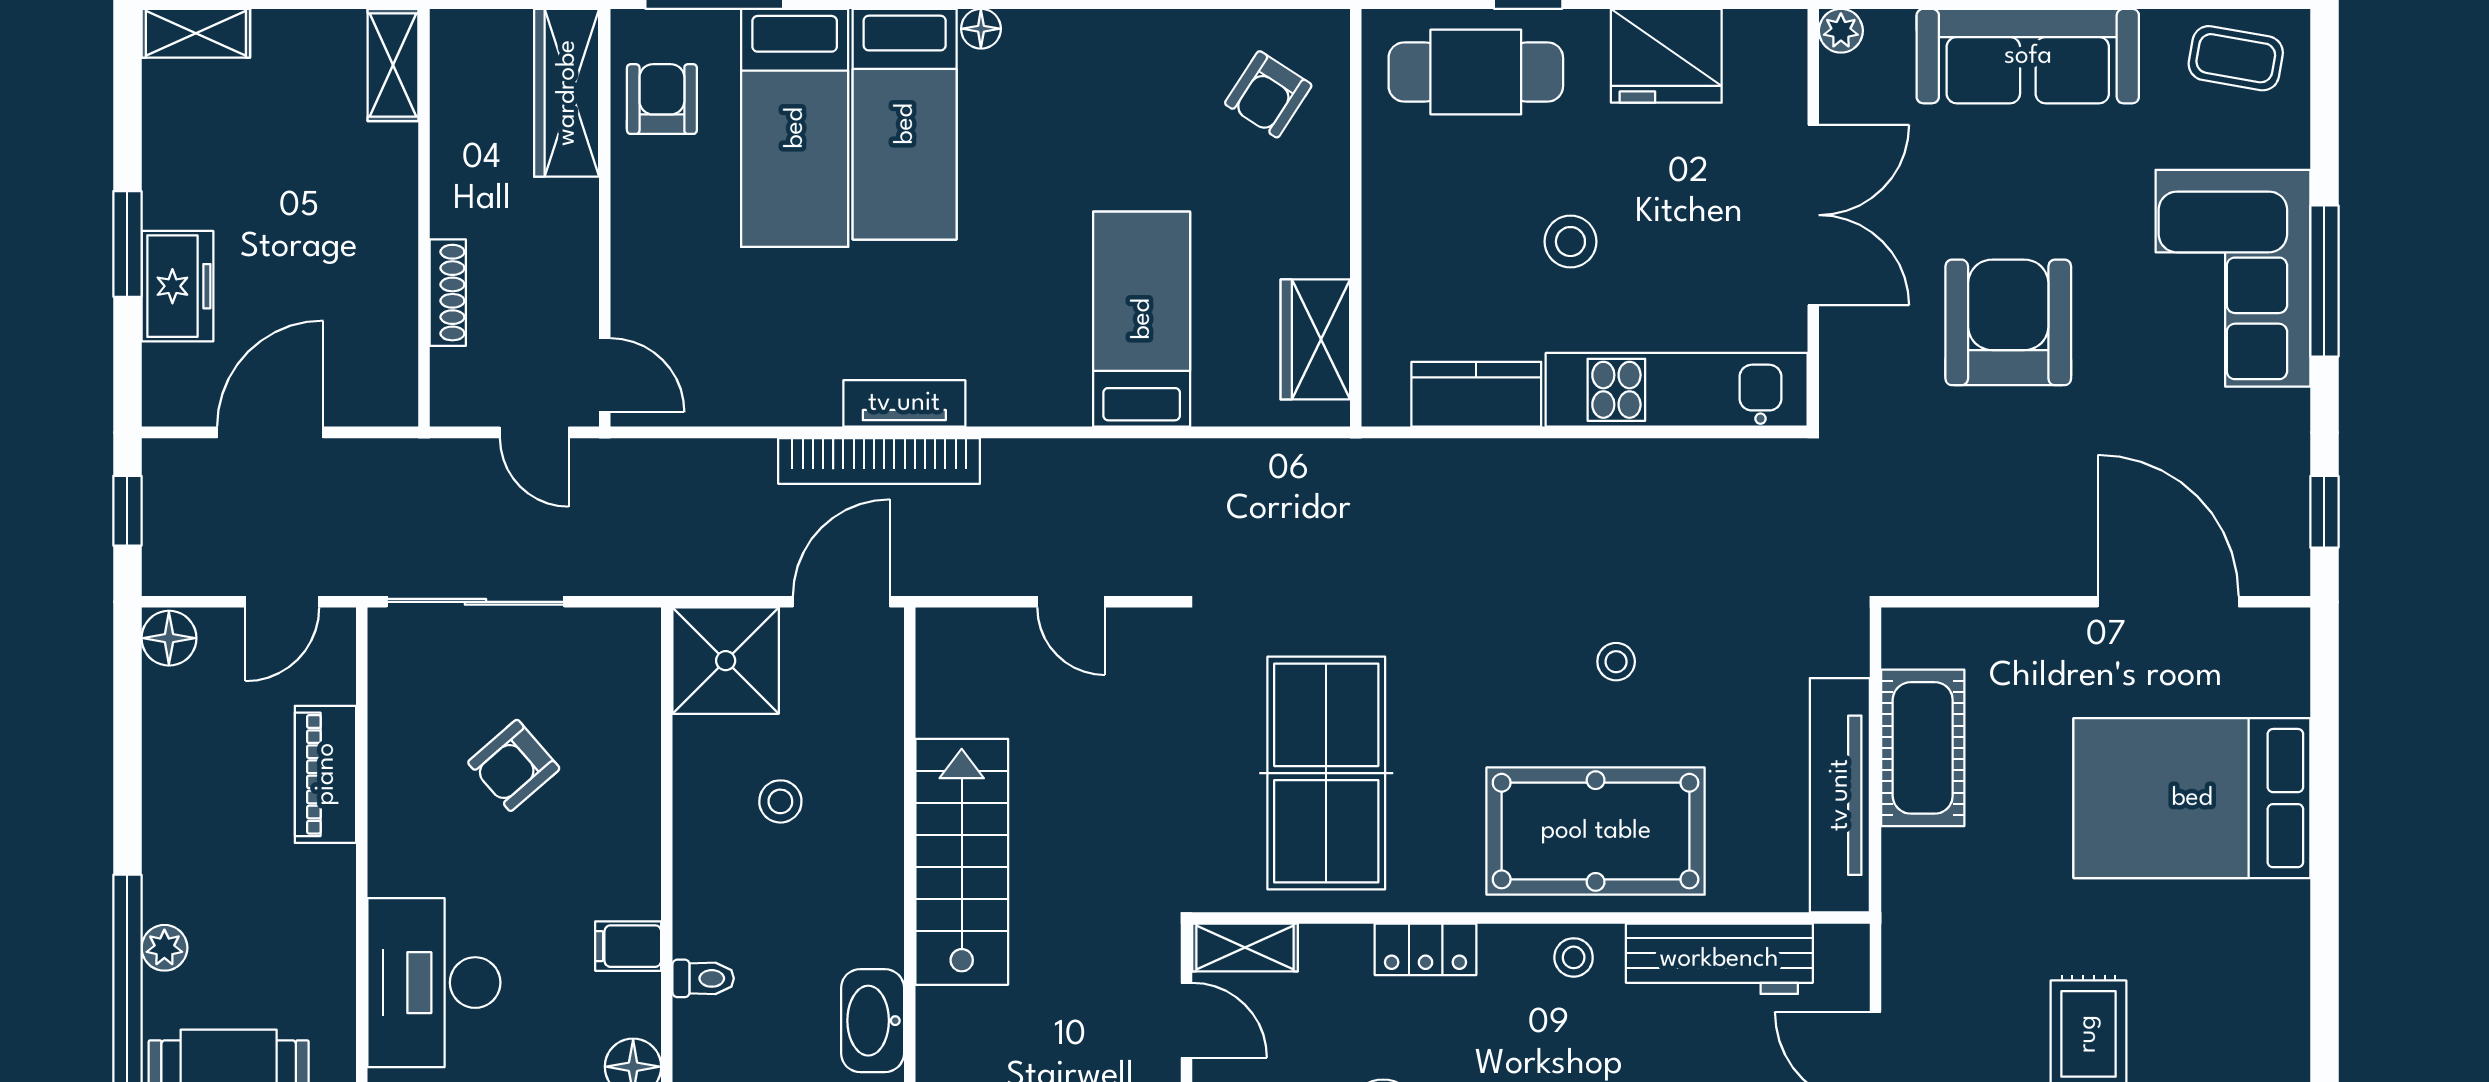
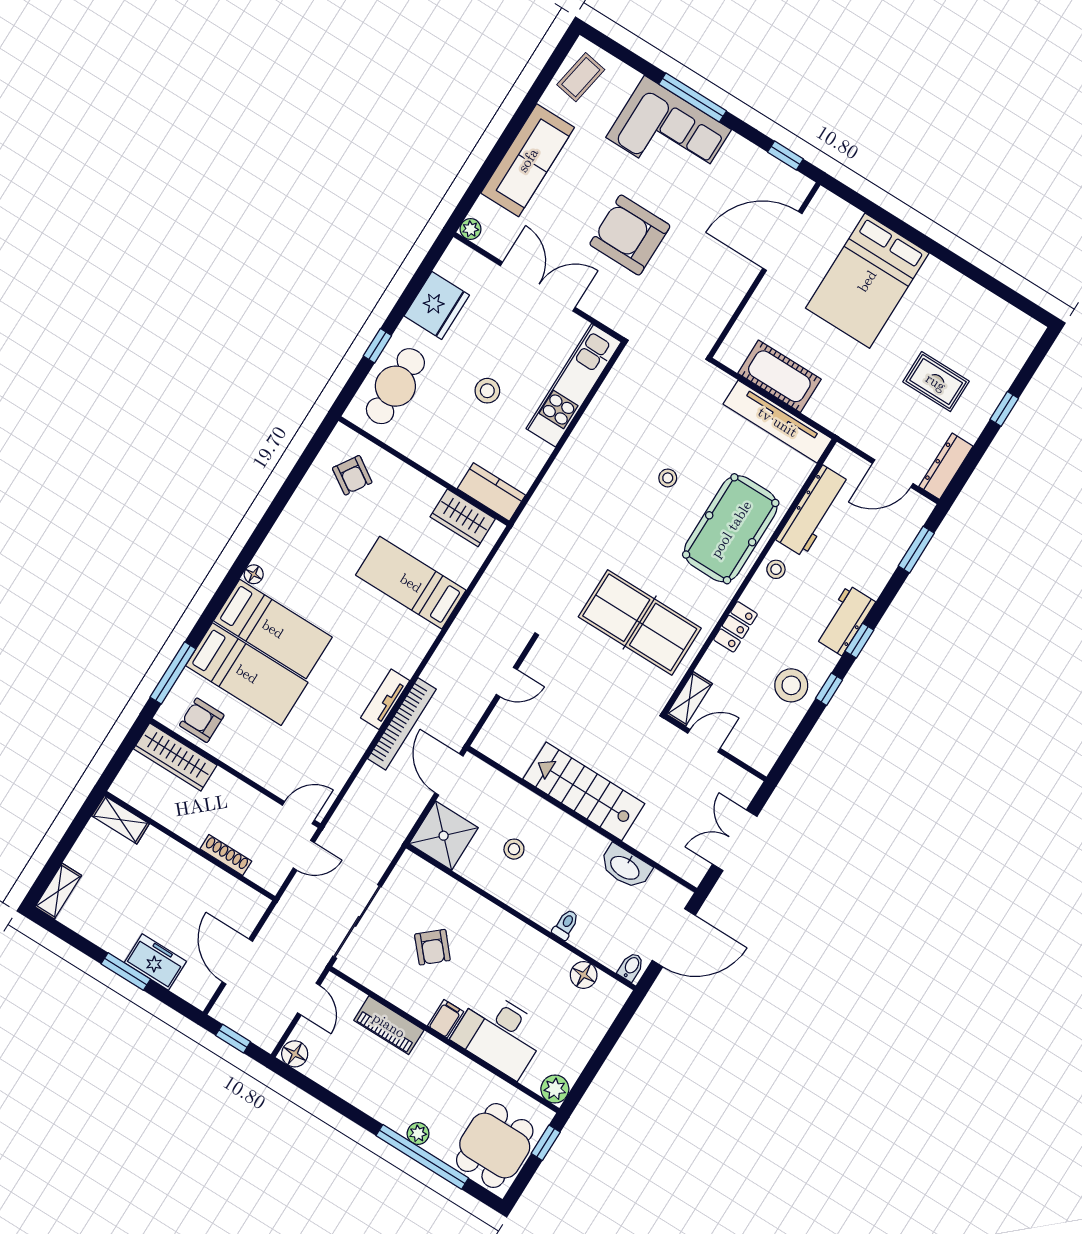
kitchen counter: (1476, 394) -> (491, 492), moved, turned 90
filing cabinet: (628, 946) -> (446, 1019), moved, turned 180

